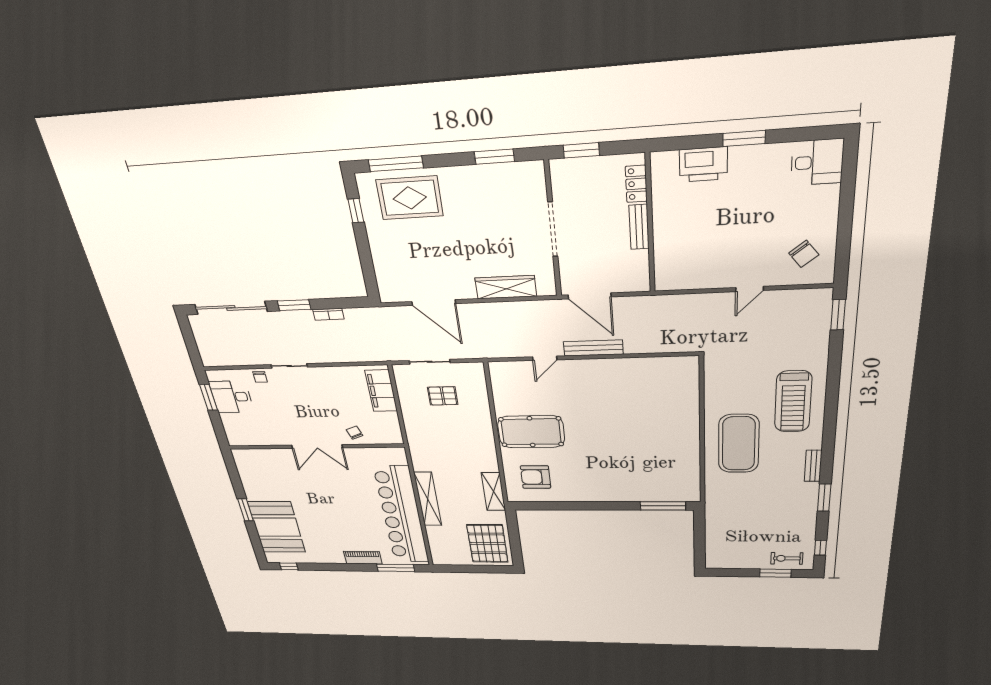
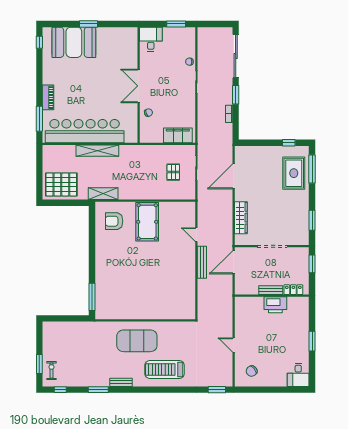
printer: (703, 164) -> (275, 305), moved, turned -90
desk: (231, 397) -> (151, 39), moved
armchair: (536, 477) -> (114, 221), turned -90

